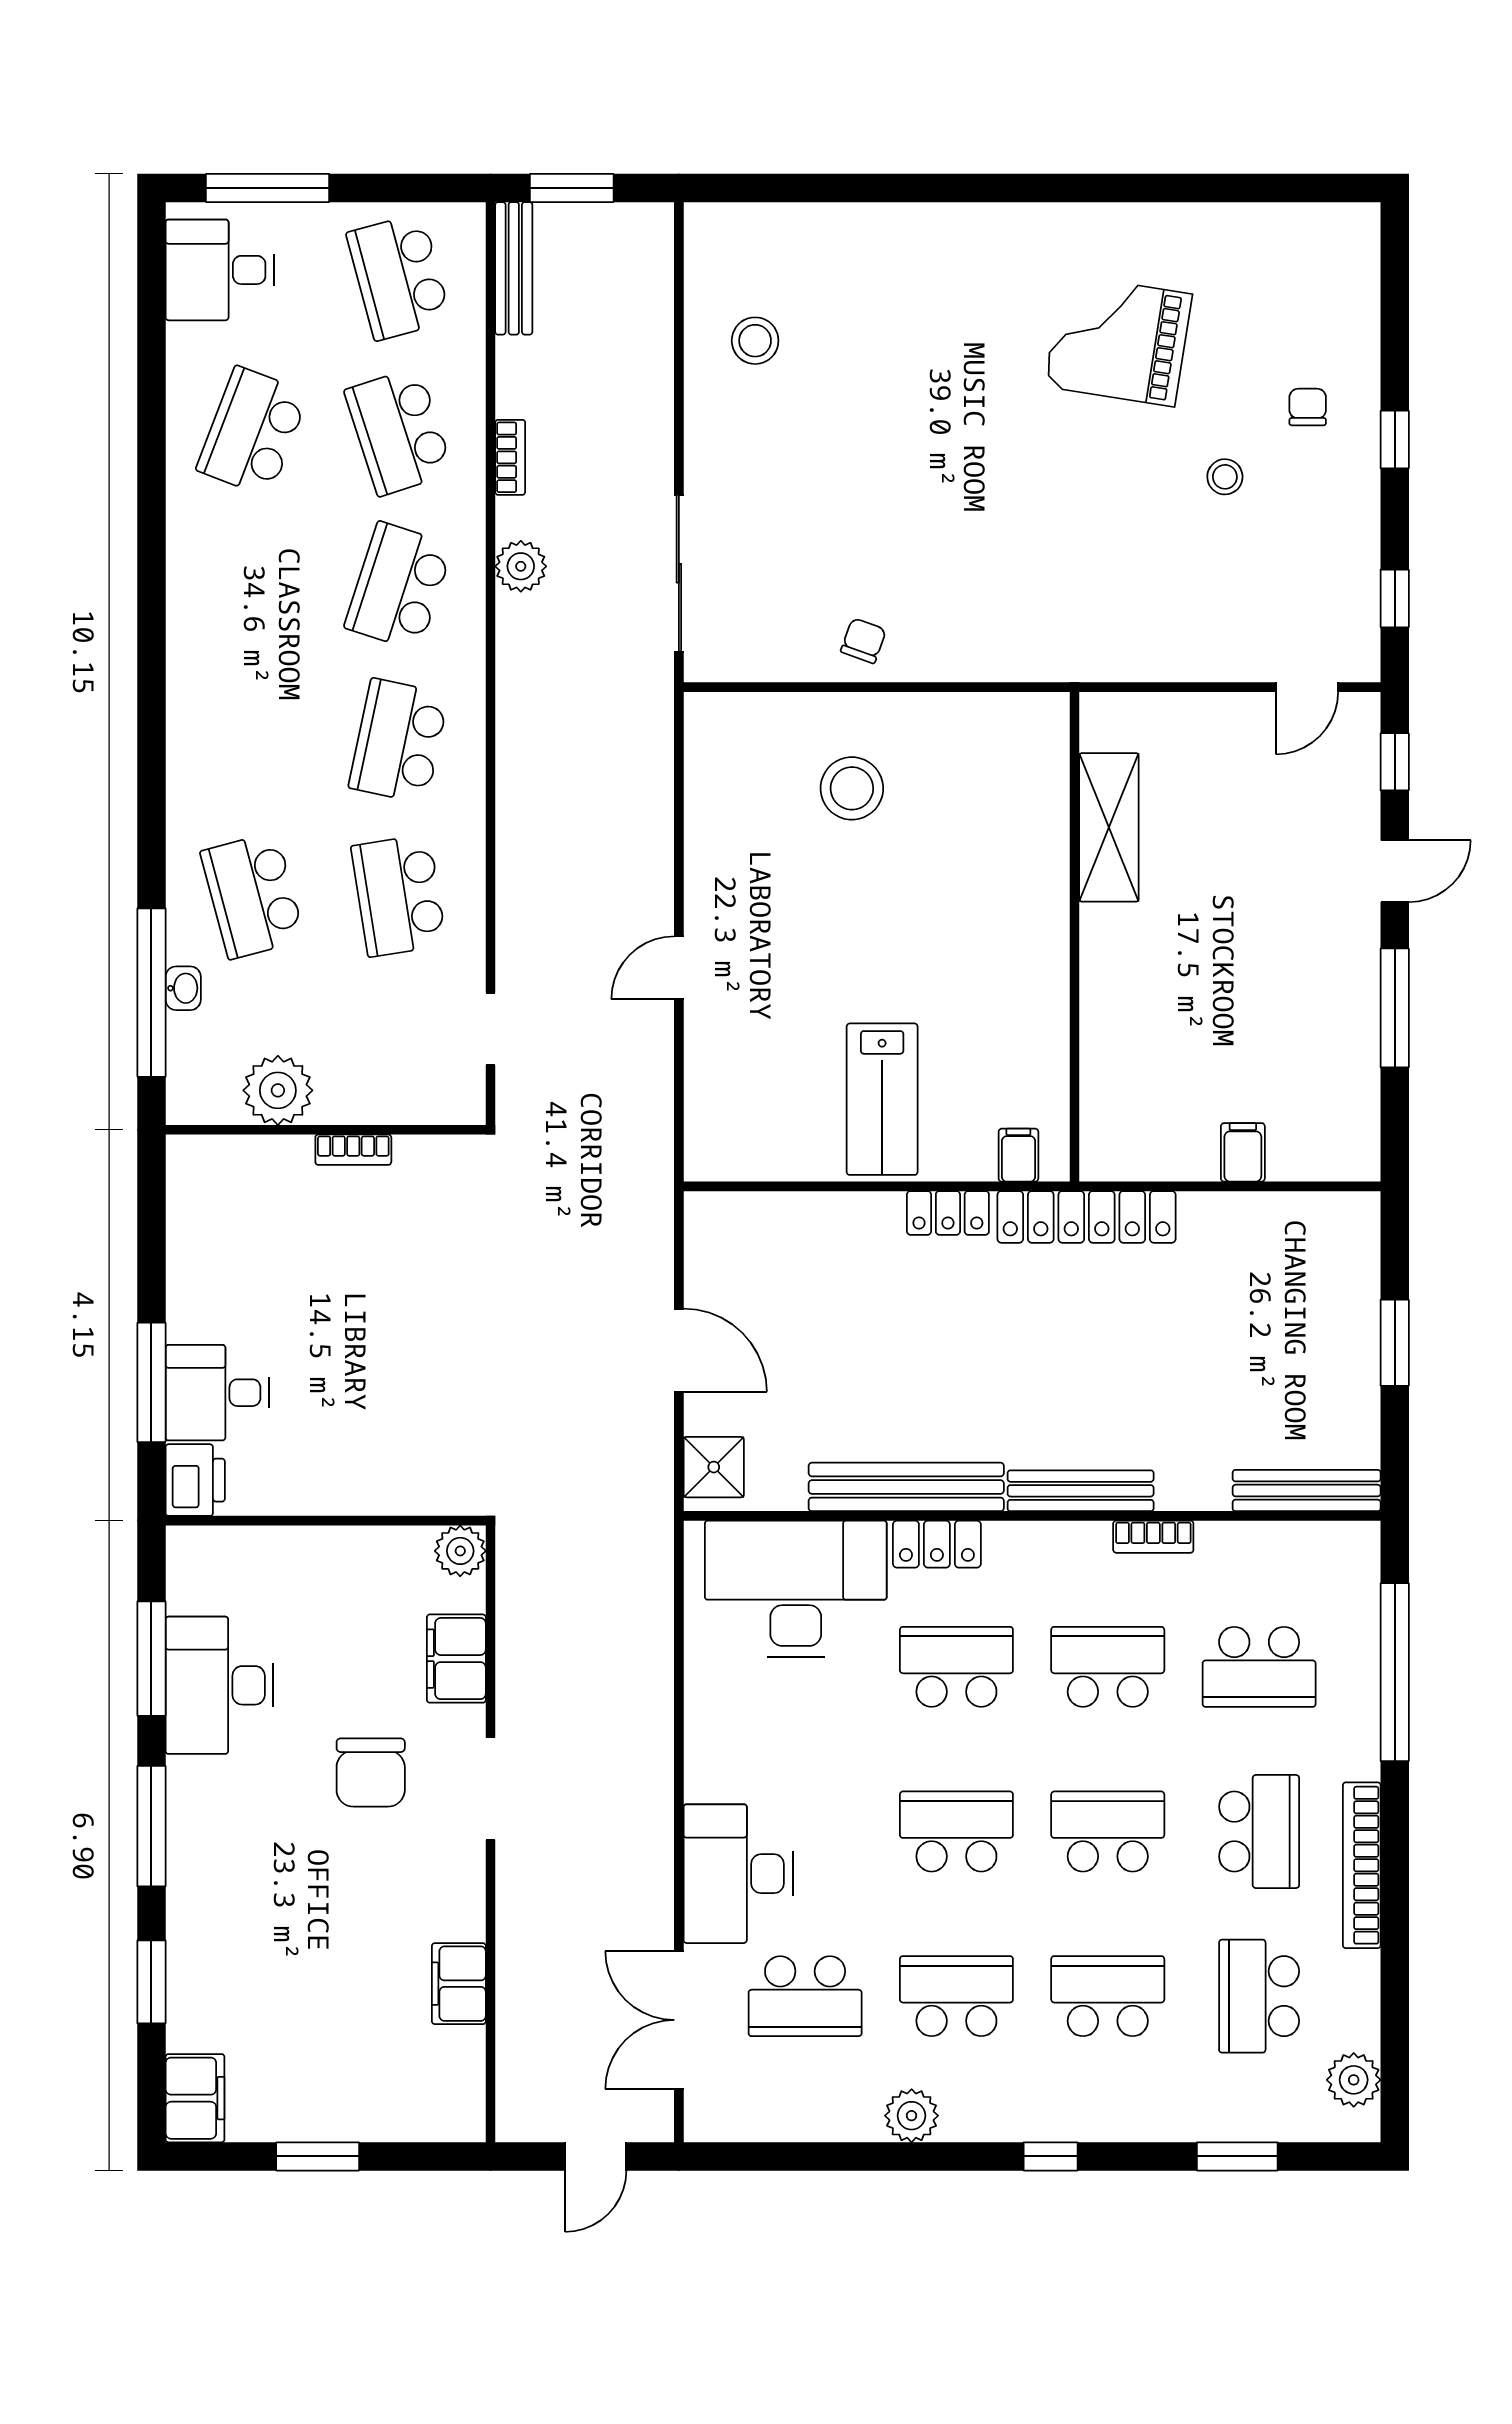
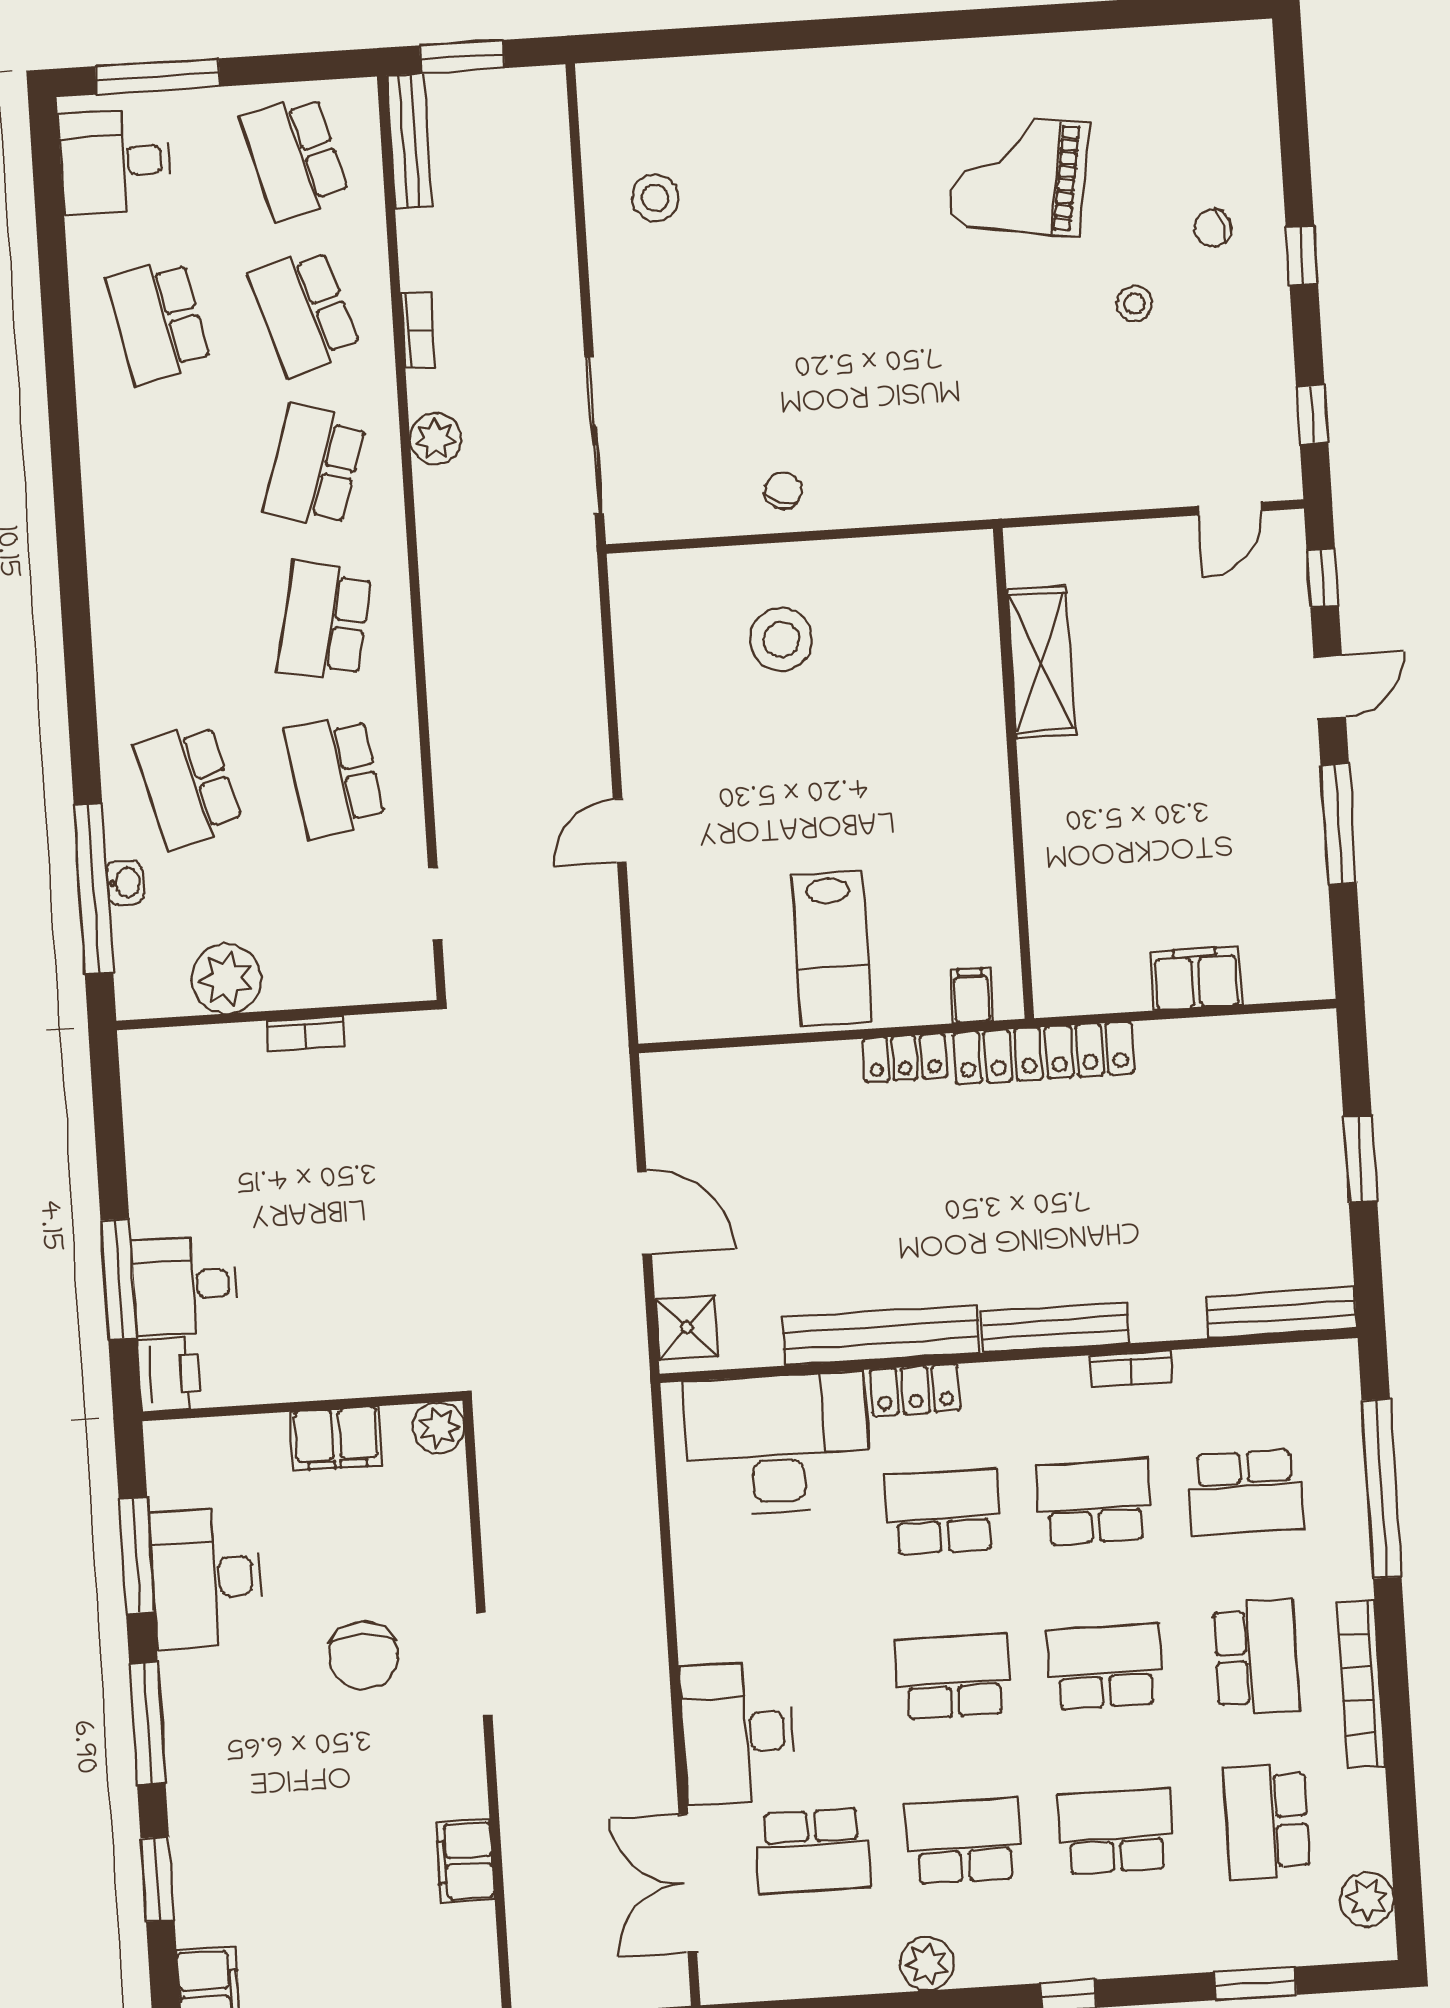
chair: (1308, 407) -> (1213, 228), turned -104
school desk: (253, 432) -> (158, 321), turned -33
filing cabinet: (1243, 1152) -> (1196, 978), width x2.00
filing cabinet: (456, 1659) -> (336, 1438), moved, turned -90

